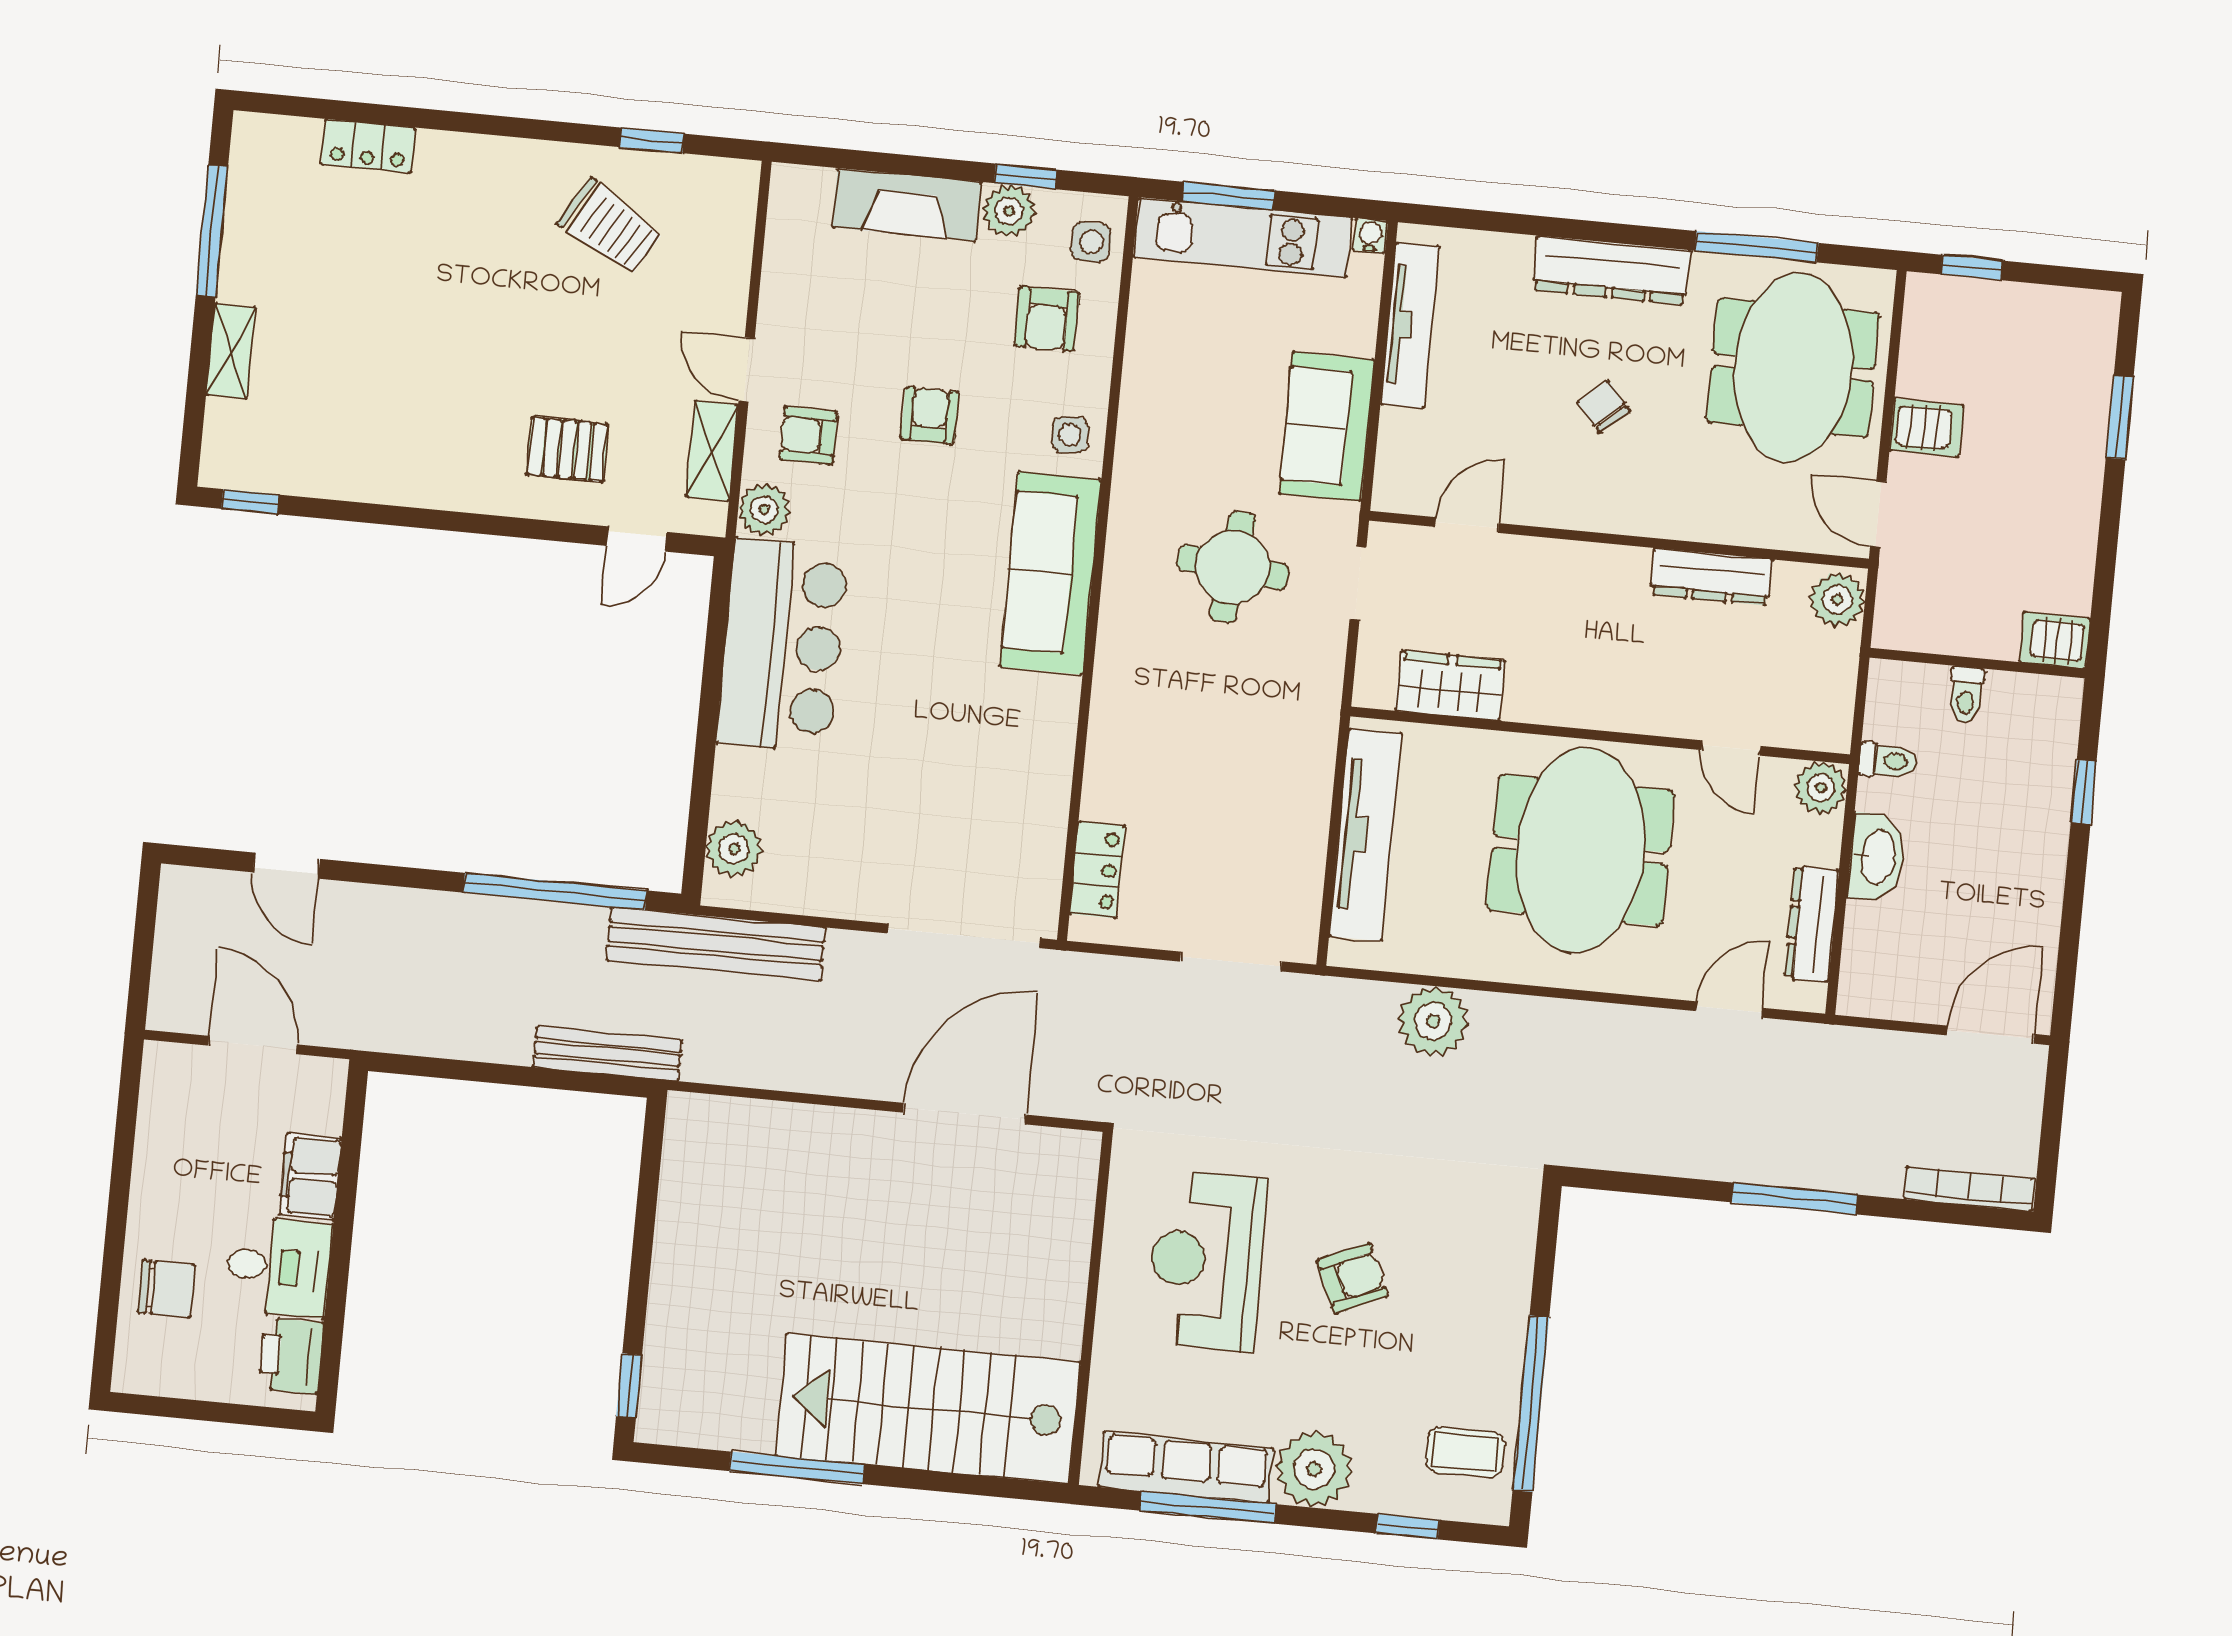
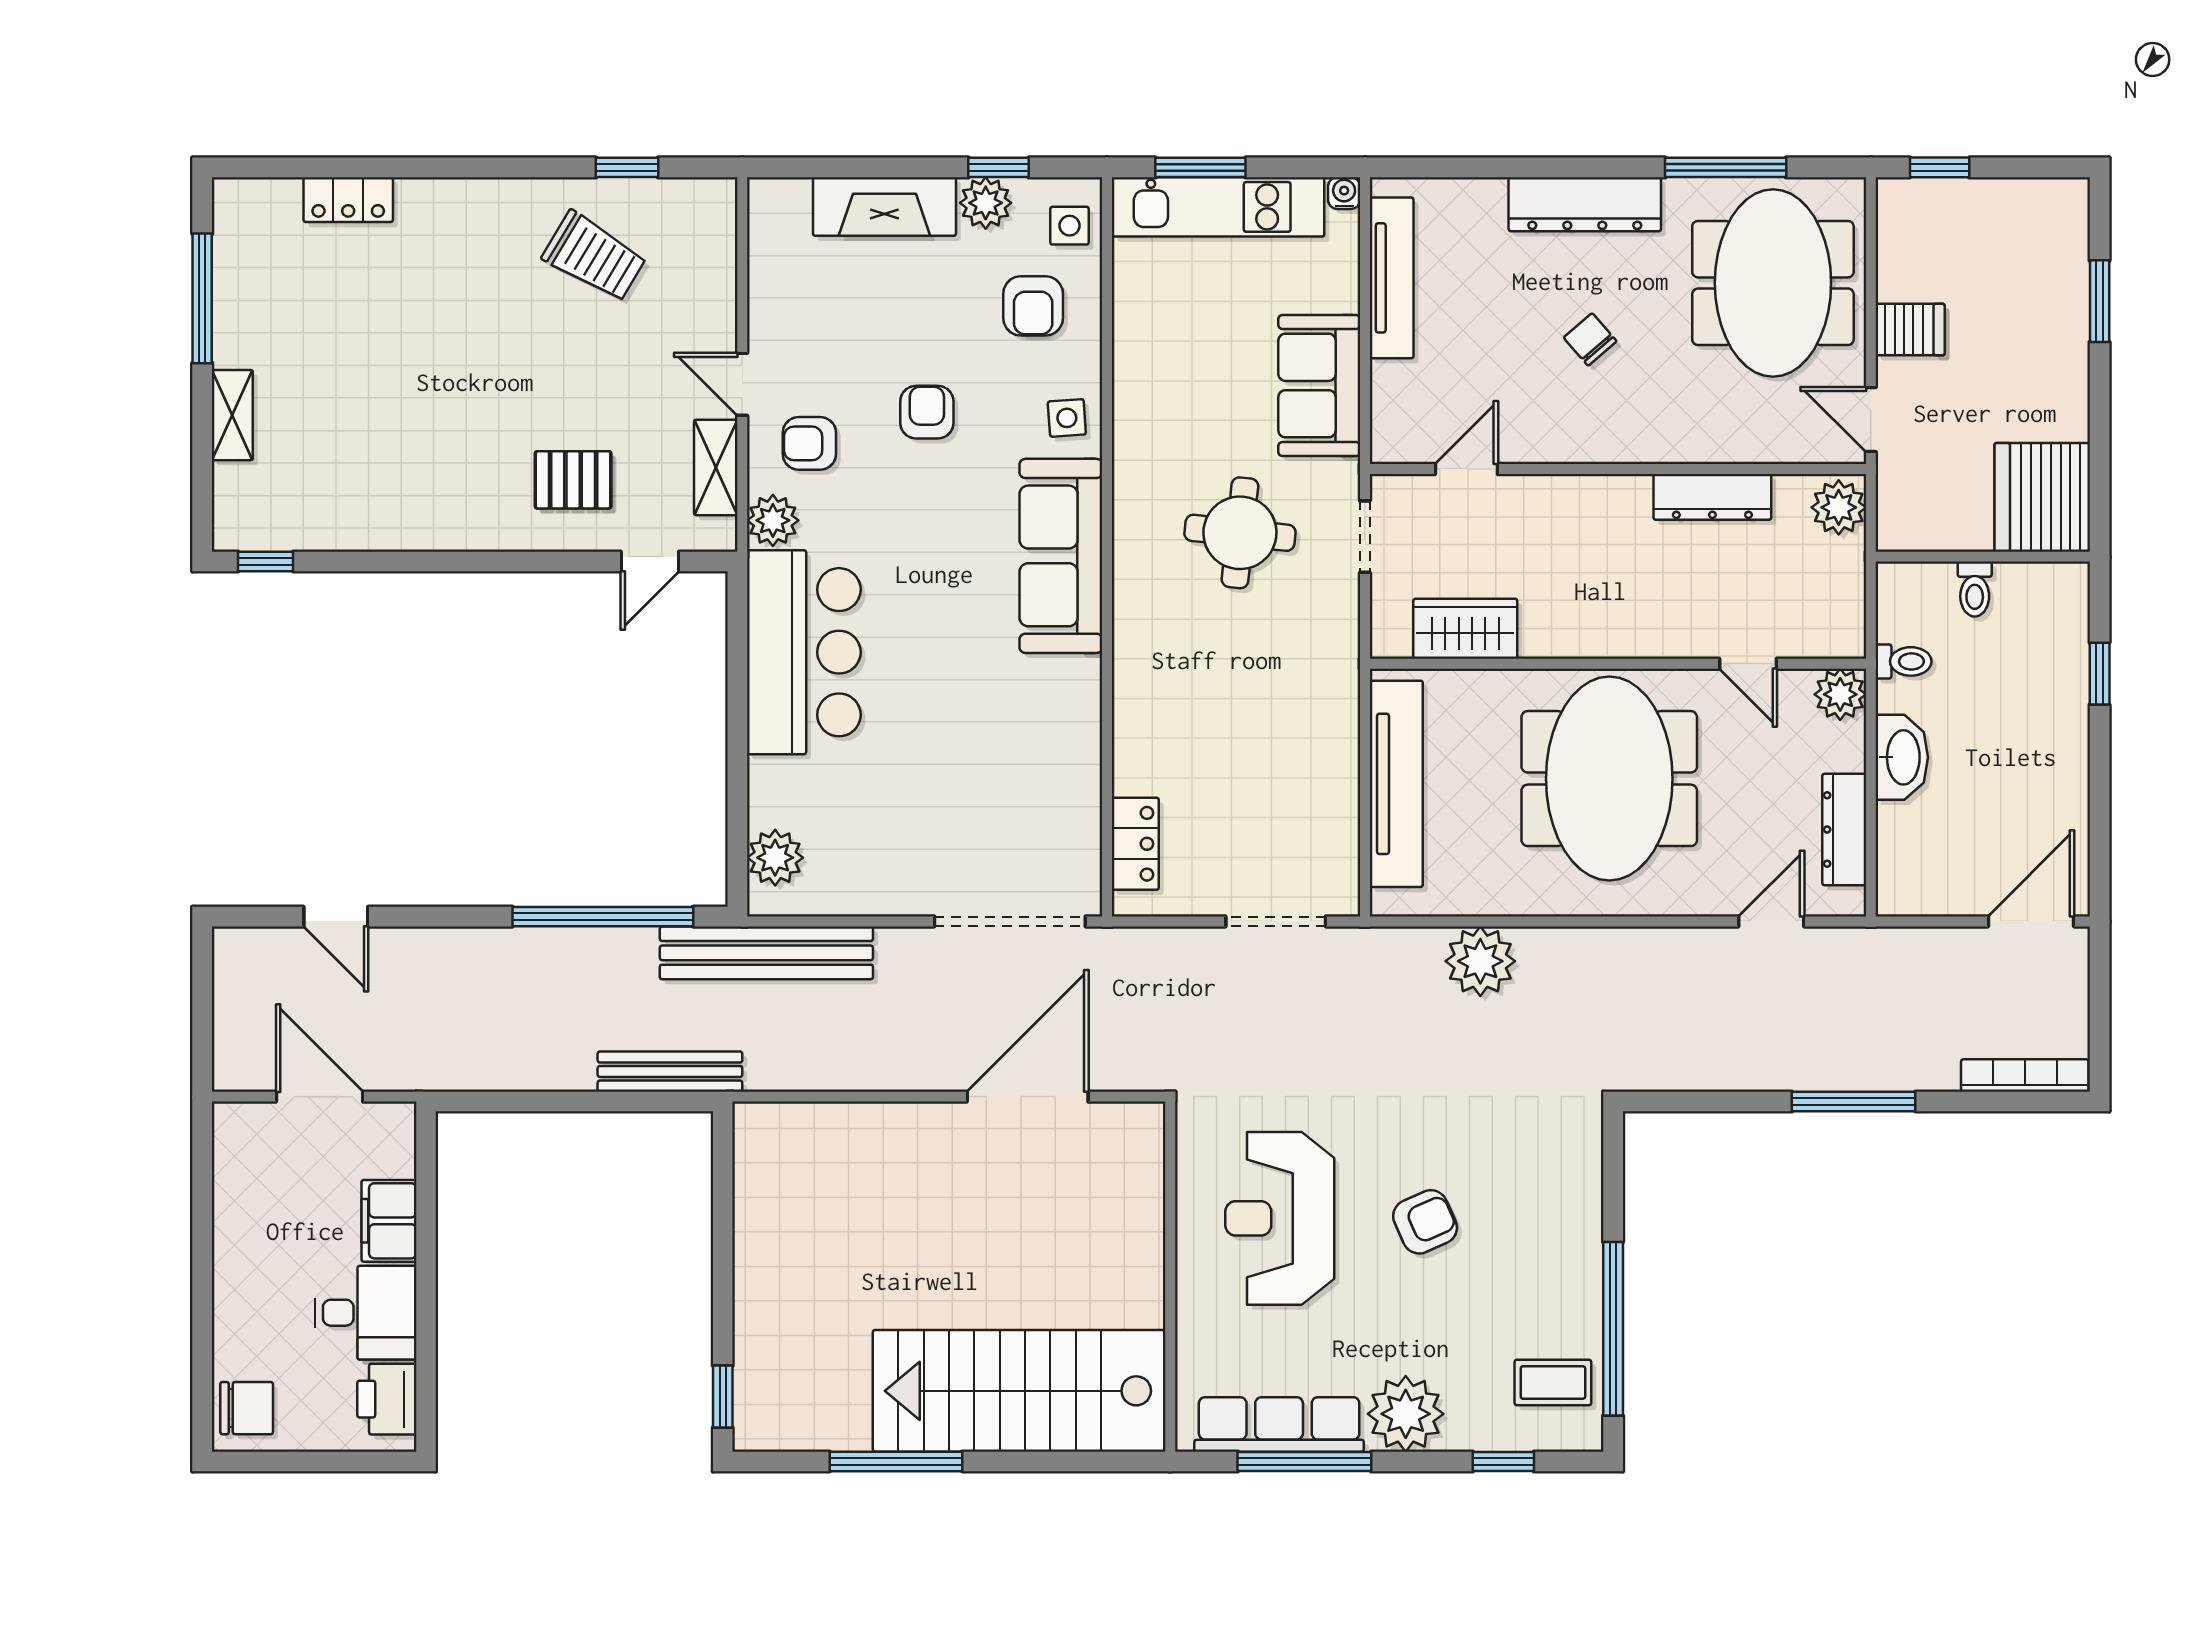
server rack: (2055, 640) -> (2042, 497), width x2.18, depth x1.44
chair: (166, 1289) -> (247, 1408), moved

